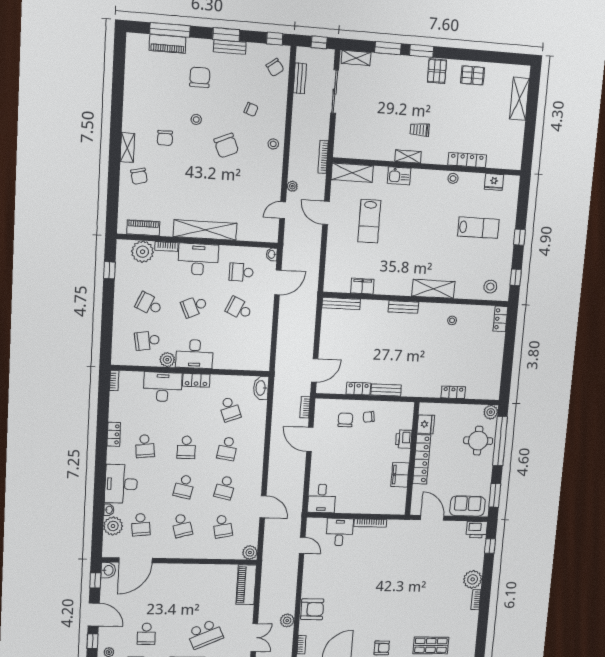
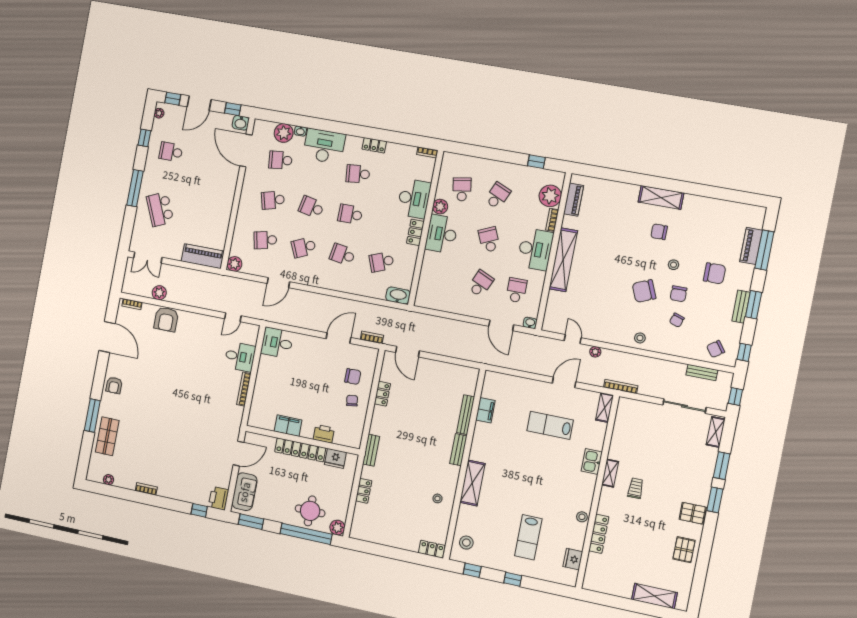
shelving: (127, 148) -> (661, 197), width x1.50, depth x1.33
shelving: (352, 173) -> (604, 408), width x0.67, depth x0.75
chair: (139, 176) -> (678, 294), moved, turned -77
bench: (341, 303) -> (466, 415), moved
bench: (386, 390) -> (371, 450), moved
school desk: (225, 488) -> (304, 247), turned -36
plant: (473, 579) -> (108, 480), moved, width x0.53, depth x0.53

